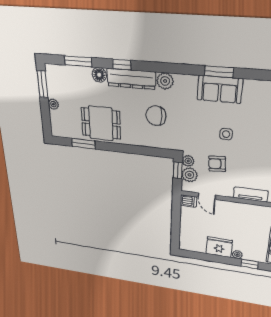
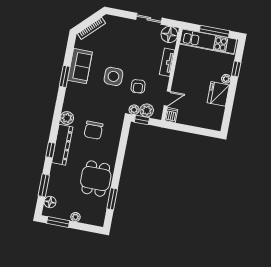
floor lamp: (99, 75) -> (50, 202), moved
sofa: (220, 89) -> (80, 66), moved
side table: (226, 134) -> (113, 76), width x1.87, depth x1.87

